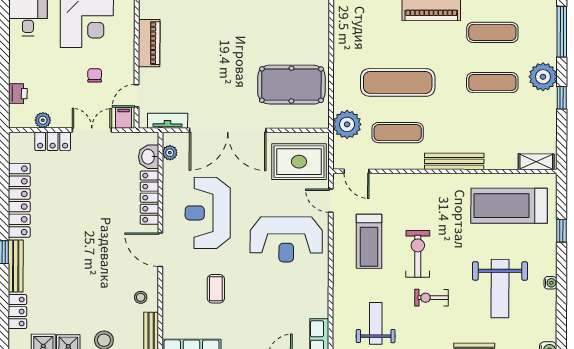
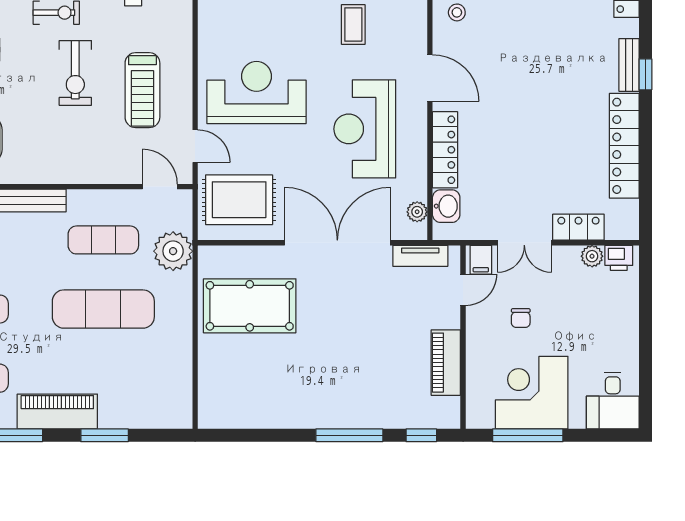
printer: (18, 94) -> (619, 258), moved, turned -90
reception desk: (208, 213) -> (365, 129), turned 180
treadmill: (369, 241) -> (142, 90), turned 180
bench: (16, 266) -> (629, 65), width x0.73

